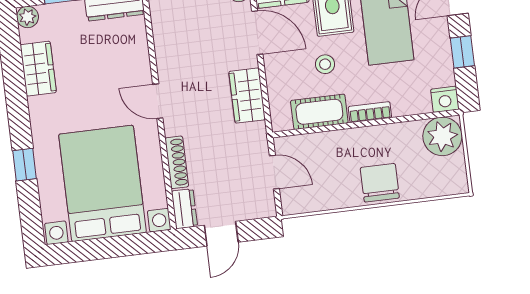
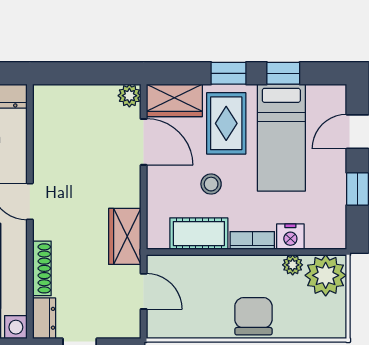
wardrobe: (247, 96) -> (125, 236), moved
nightstand: (445, 99) -> (290, 237), moved
plant: (410, 130) -> (293, 265), added

